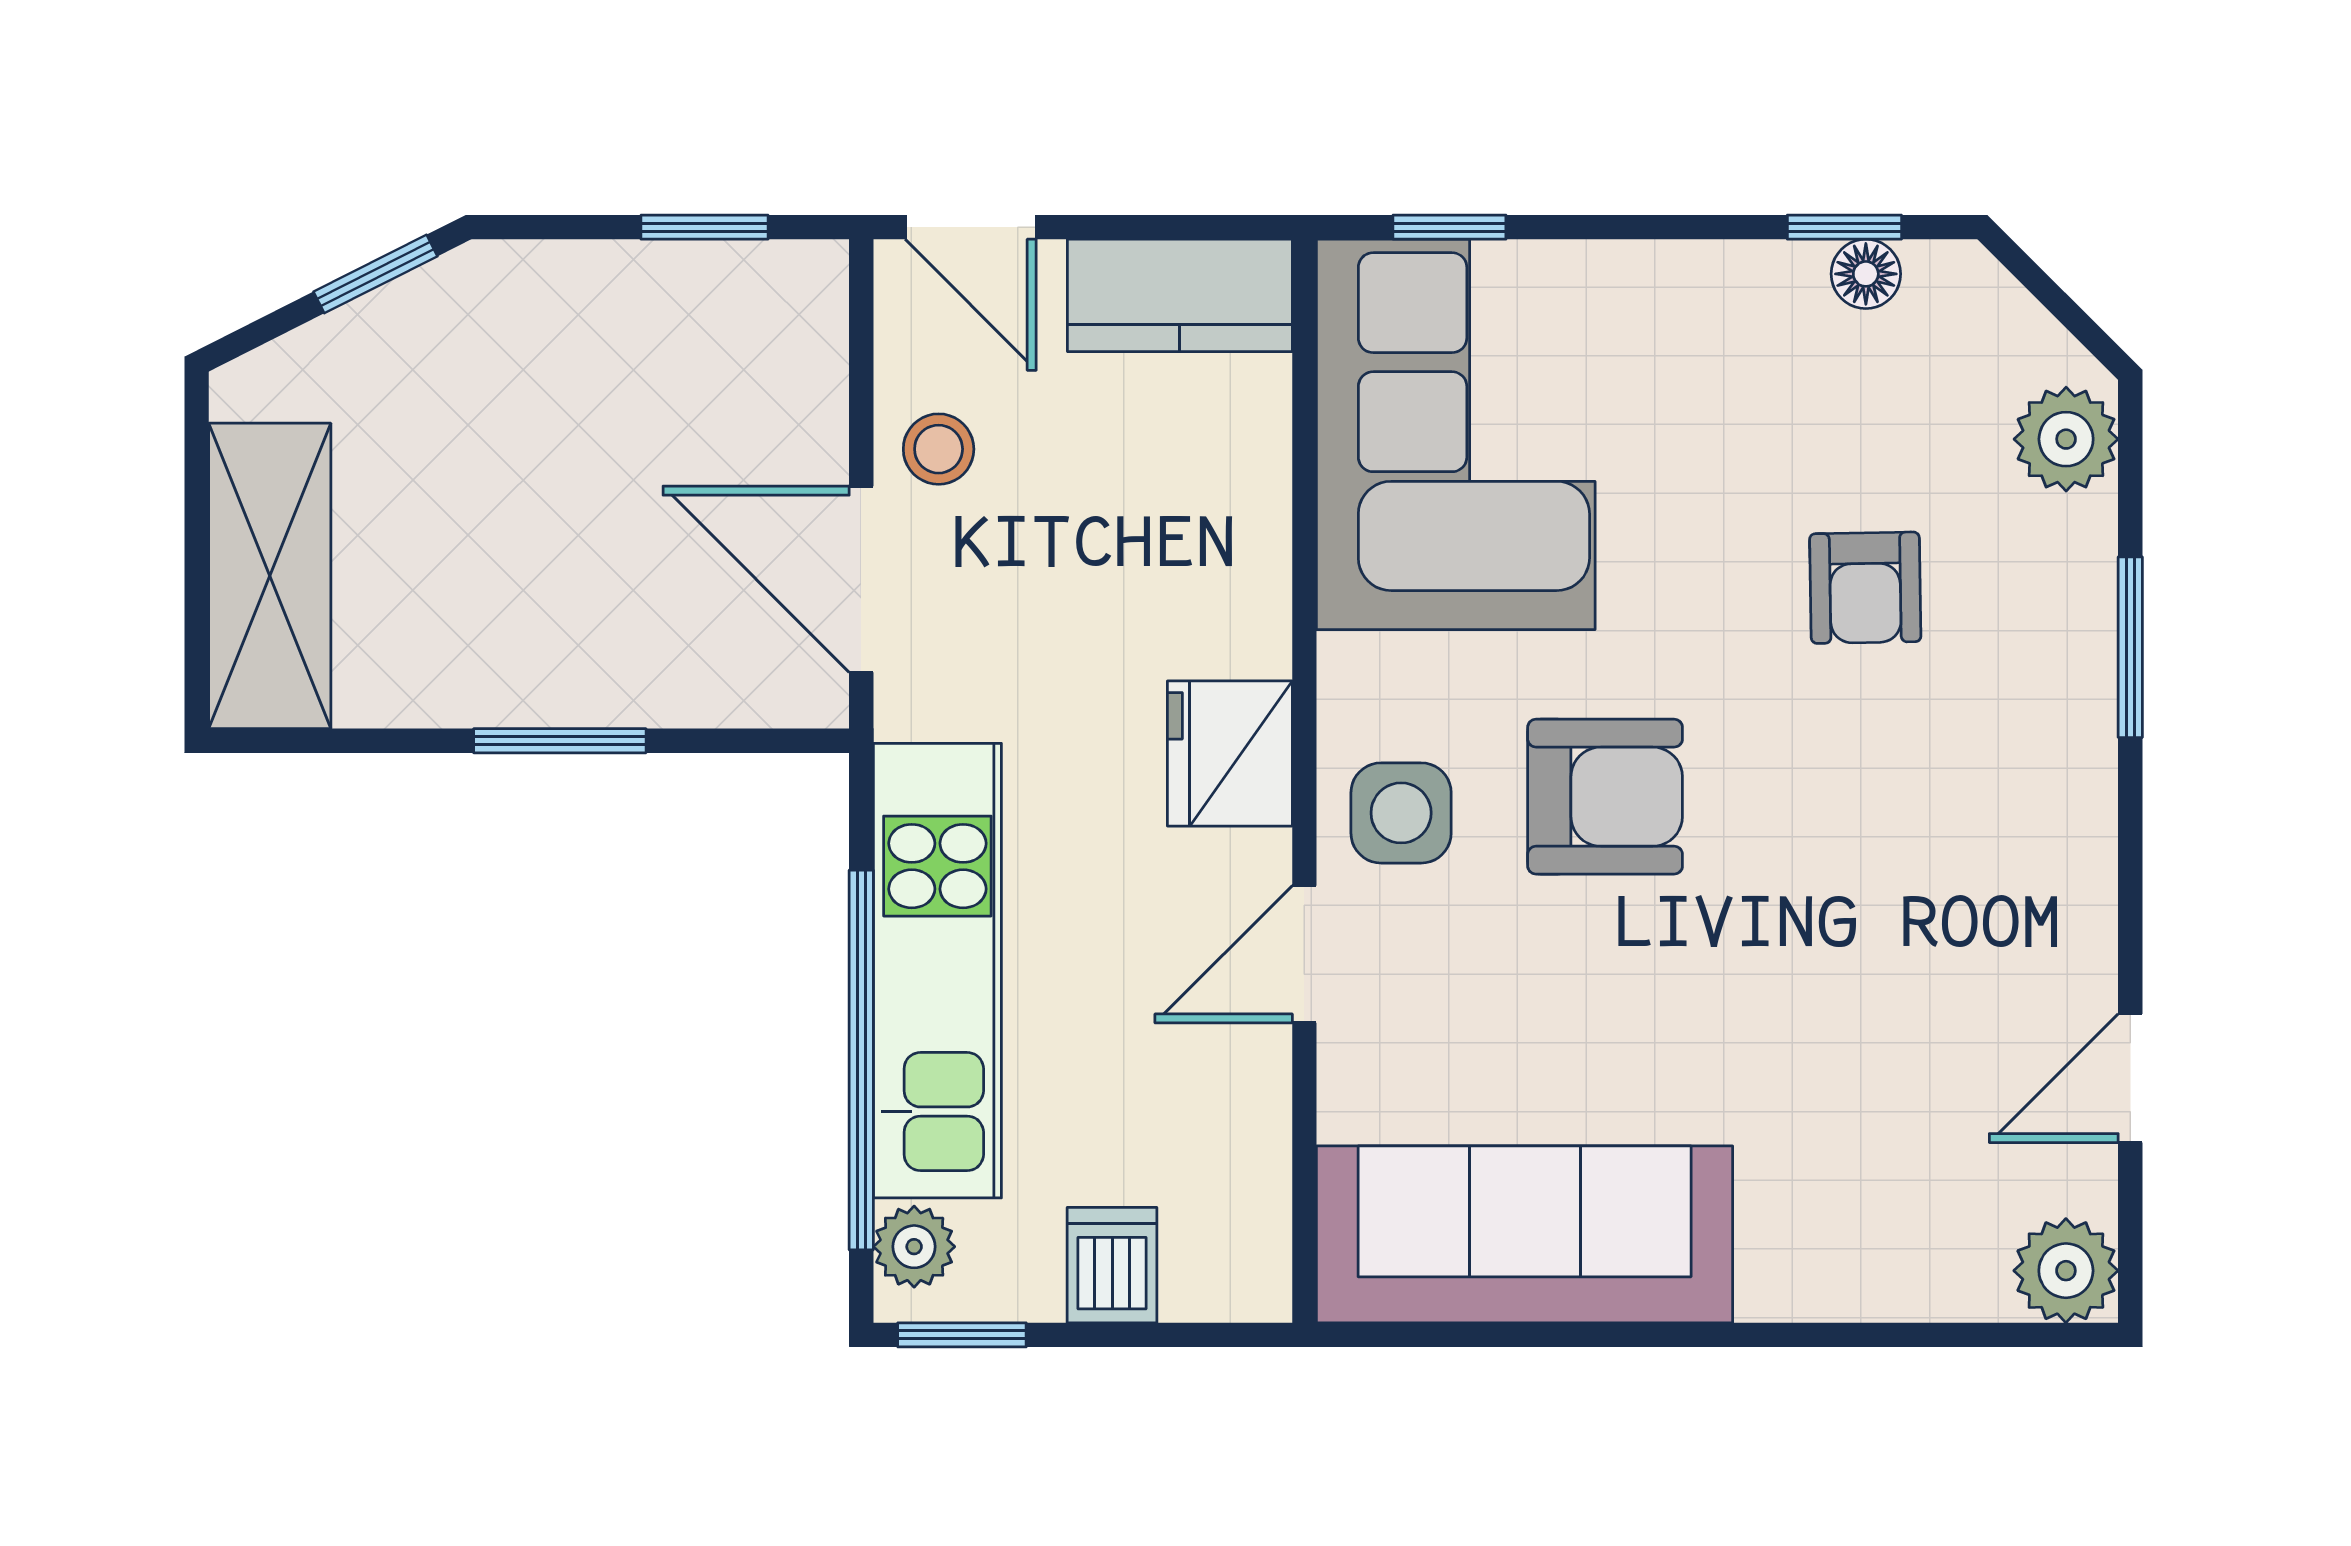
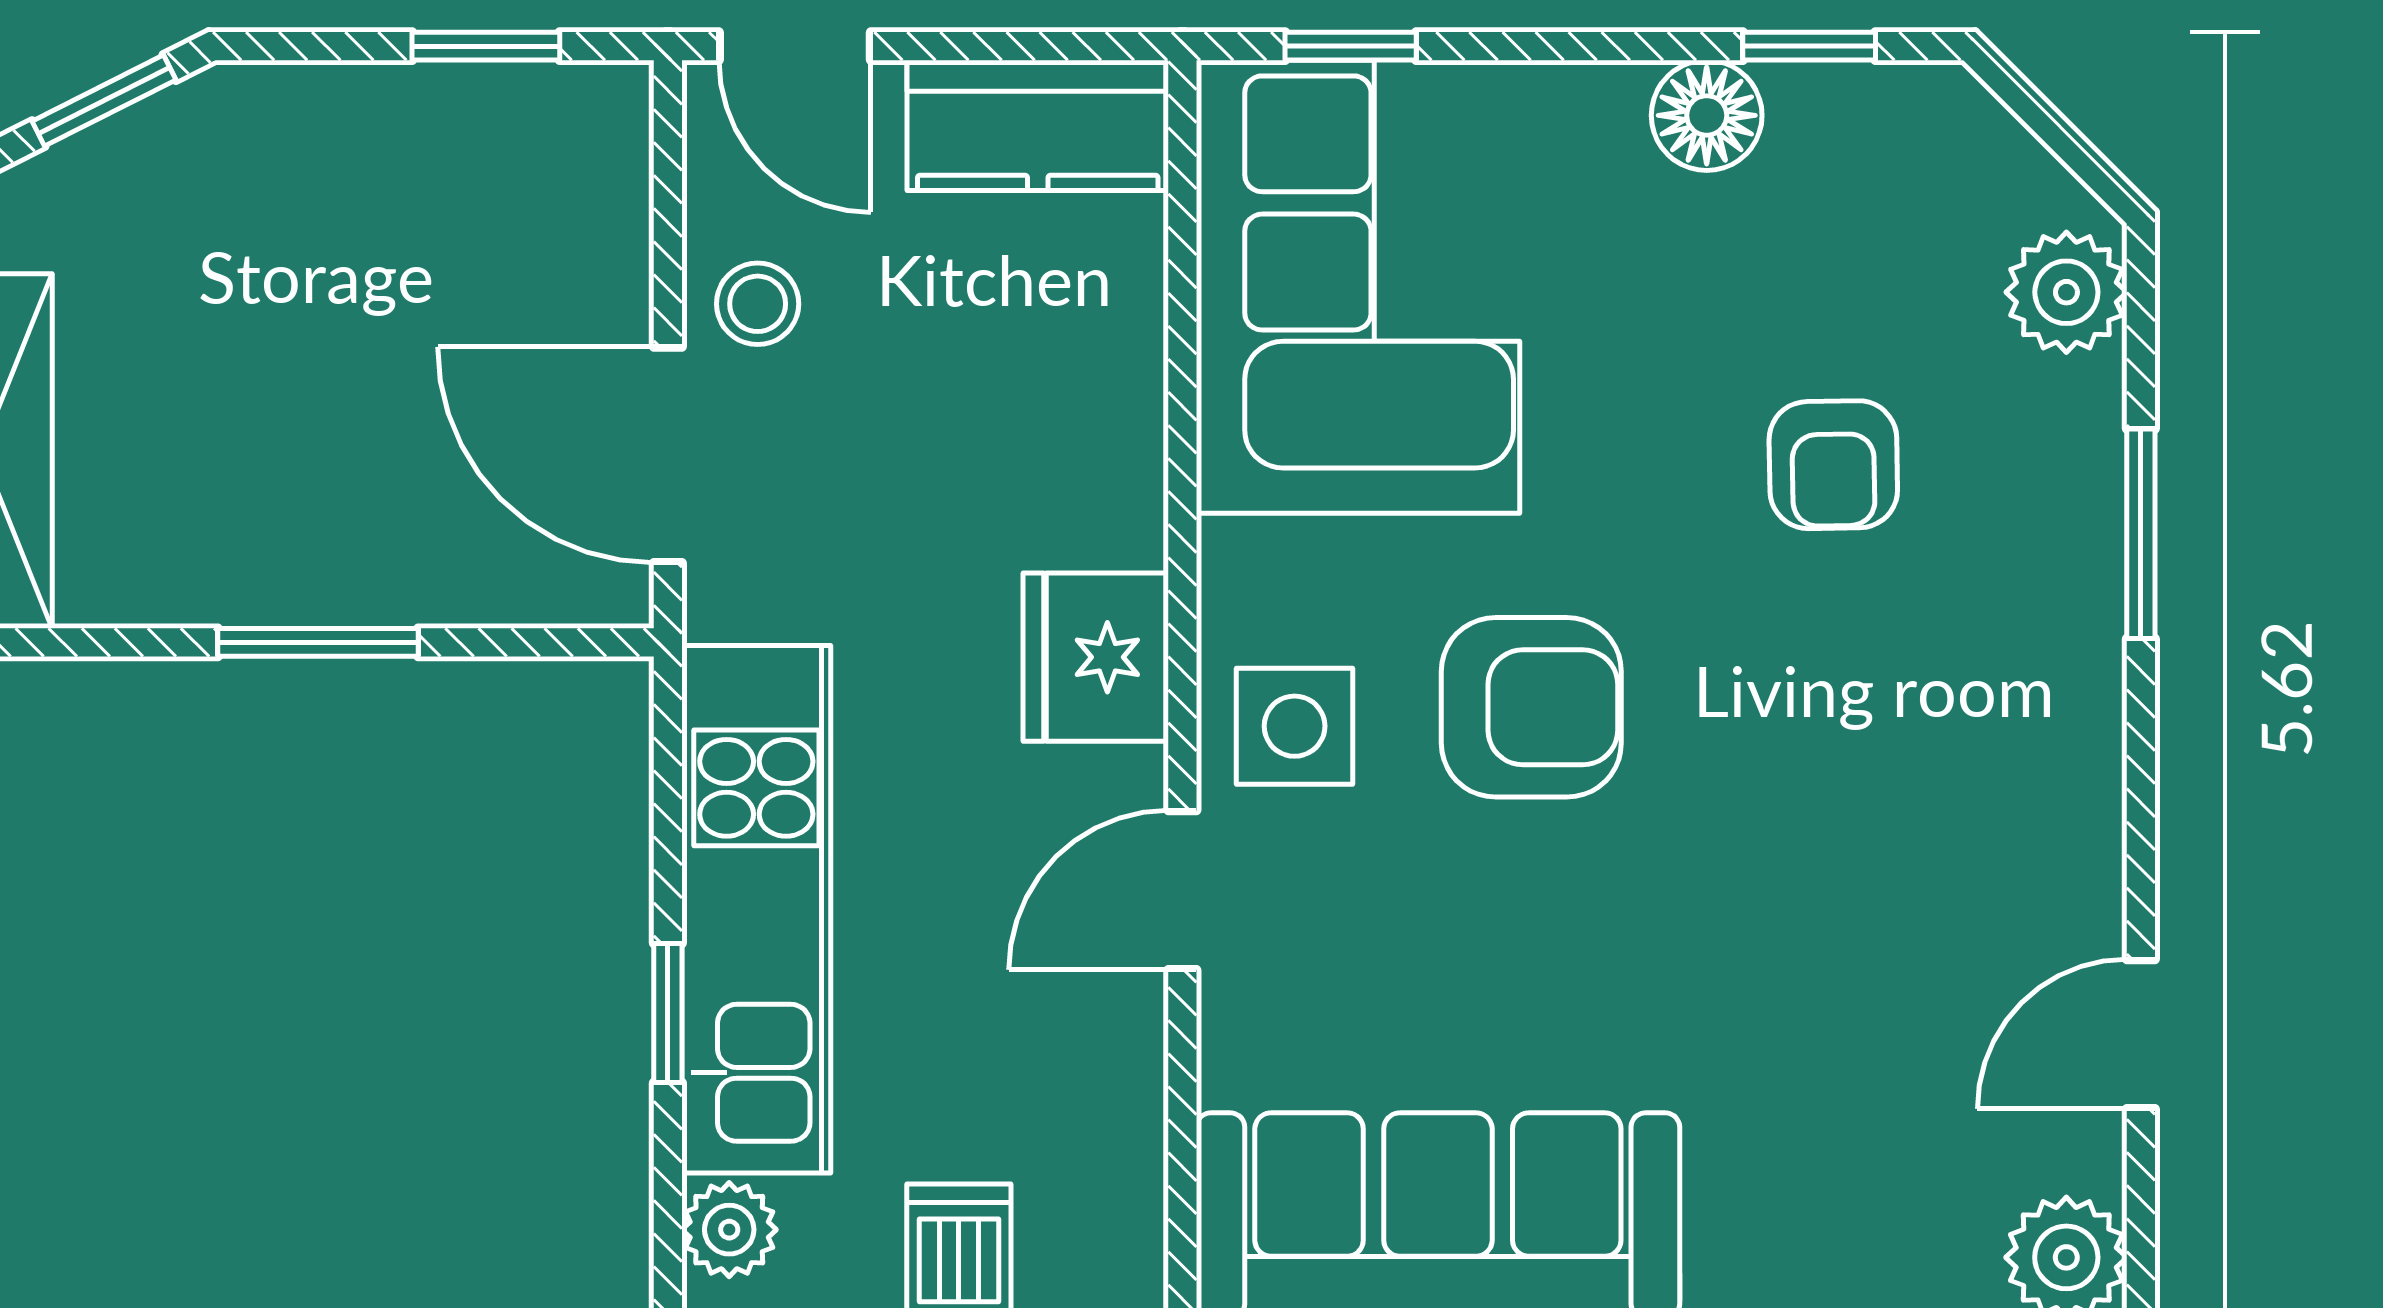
floor lamp: (1866, 274) -> (1707, 115), moved, width x1.37, depth x1.37
window: (861, 1060) -> (668, 1013), width x0.32

